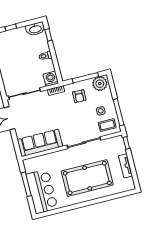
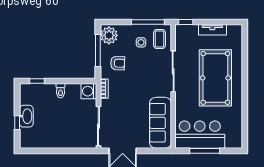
washbasin: (35, 29) -> (26, 116), moved
bar counter: (42, 191) -> (200, 135), moved

